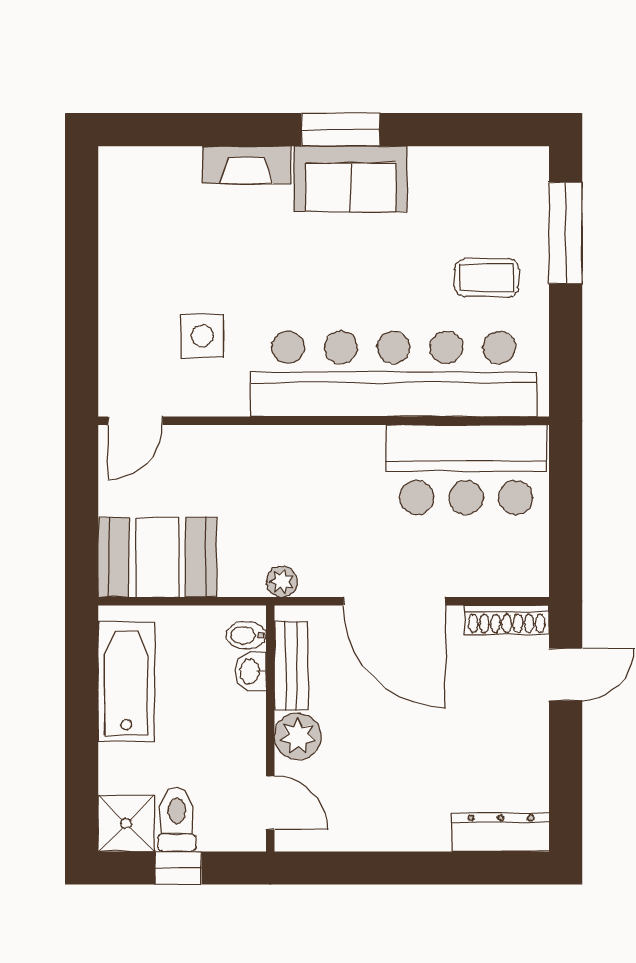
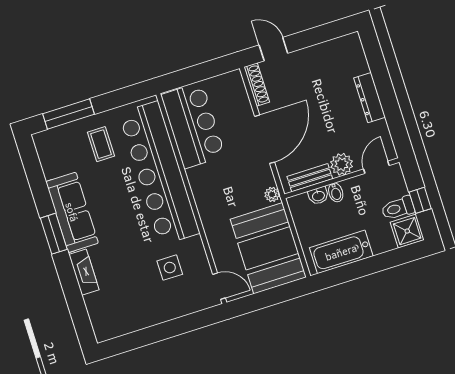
sofa: (351, 179) -> (72, 212), width x1.36
booth: (157, 557) -> (268, 248), width x1.36, depth x1.42
bidet: (246, 635) -> (336, 192), moved
dresser: (501, 833) -> (369, 98), moved

